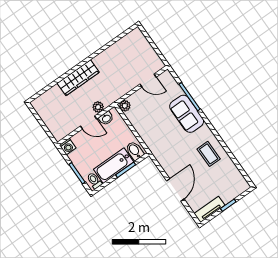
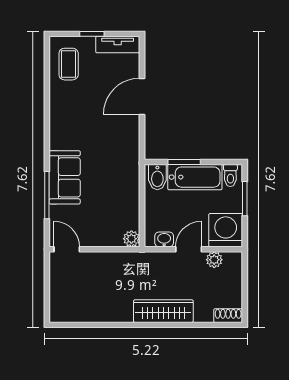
door: (148, 81) -> (67, 249), moved
shoe rack: (40, 101) -> (228, 316), added
plant: (98, 107) -> (214, 260), moved
door: (89, 123) -> (189, 249), hinge flipped
washing machine: (68, 147) -> (226, 230), width x1.89, depth x1.89
coffee table: (209, 154) -> (69, 64), moved

